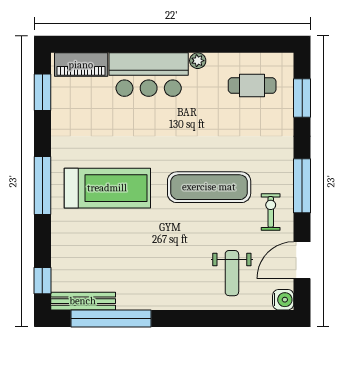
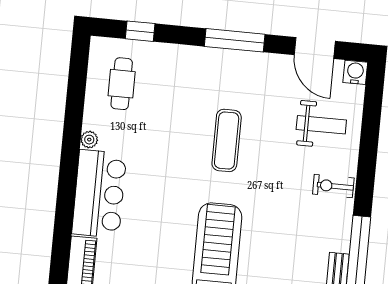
window: (302, 98) -> (140, 31), width x0.67
exercise mat: (209, 187) -> (227, 140), width x0.73, depth x0.69
exercise bike: (271, 212) -> (333, 186), moved

